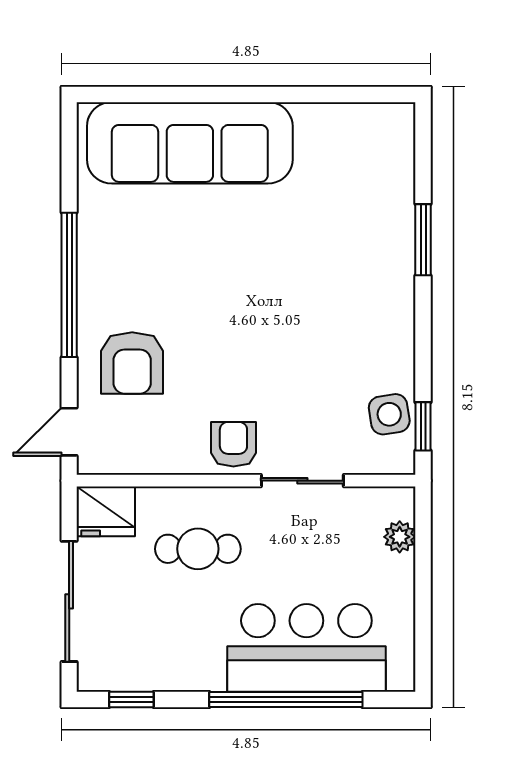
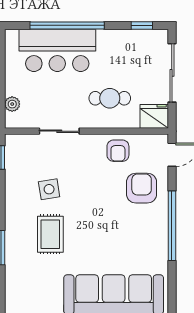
rug: (321, 267) -> (50, 234), added
side table: (389, 414) -> (49, 189), moved
armchair: (233, 444) -> (118, 151), moved

